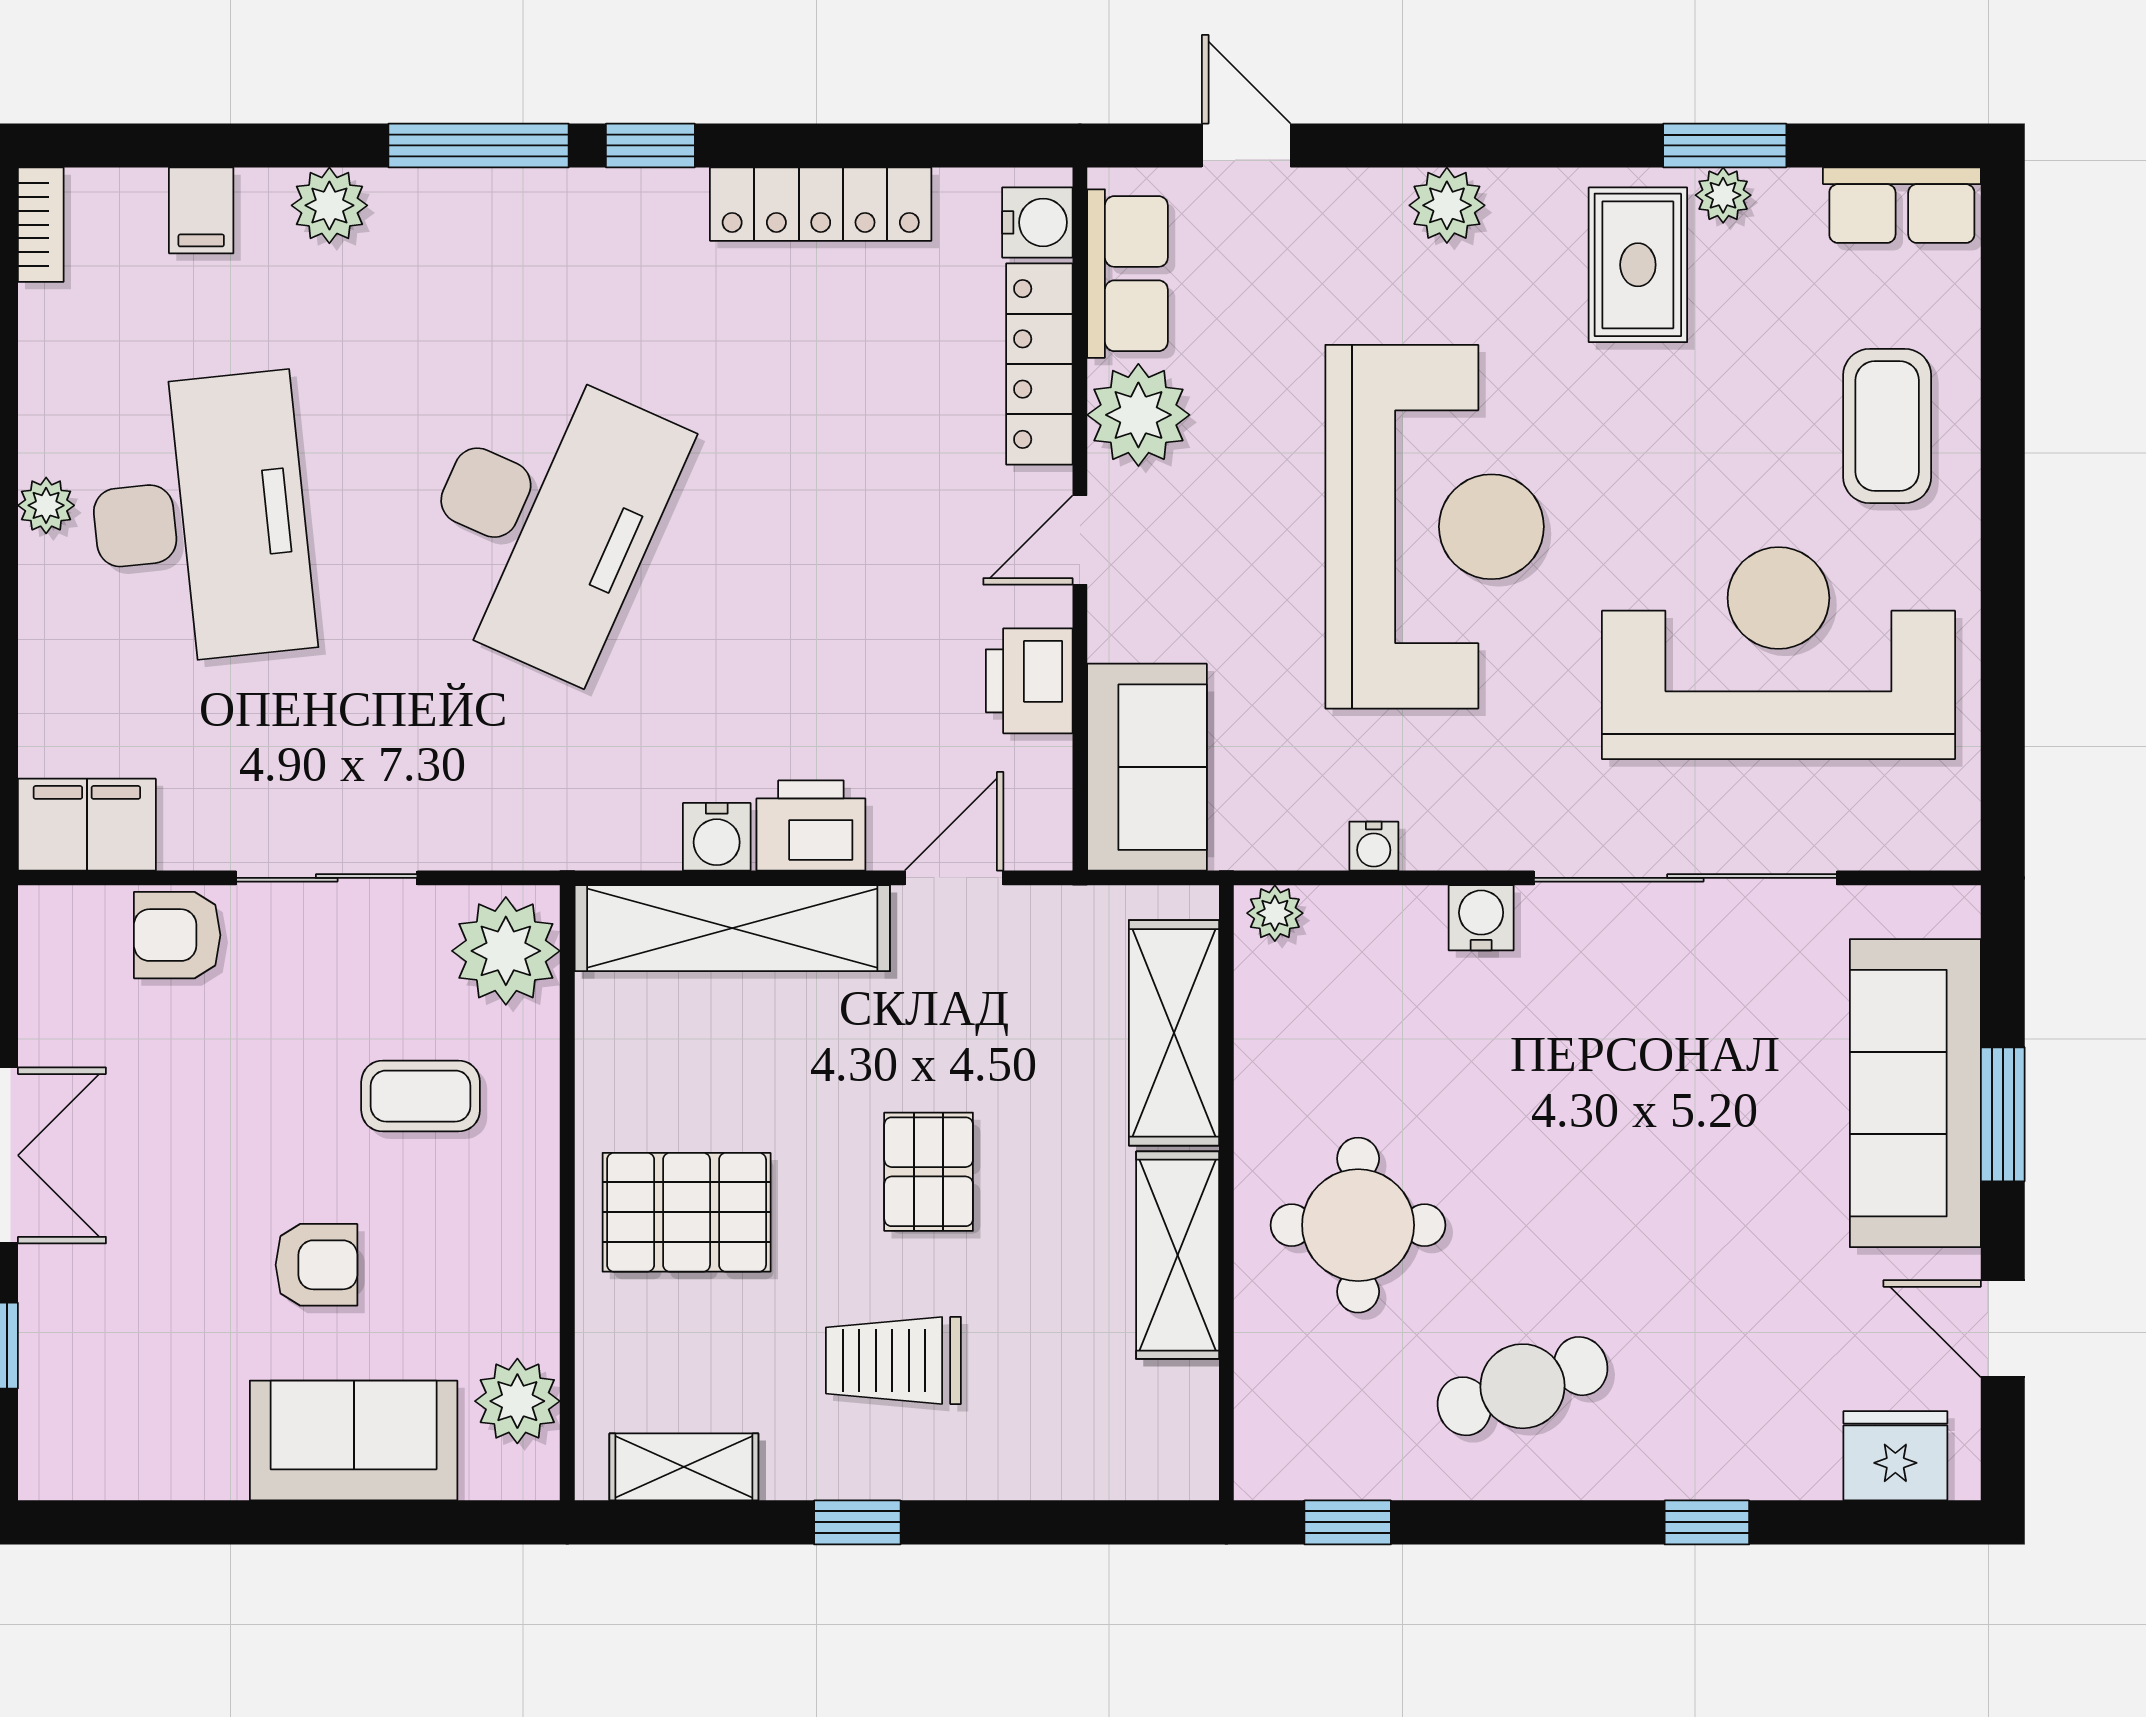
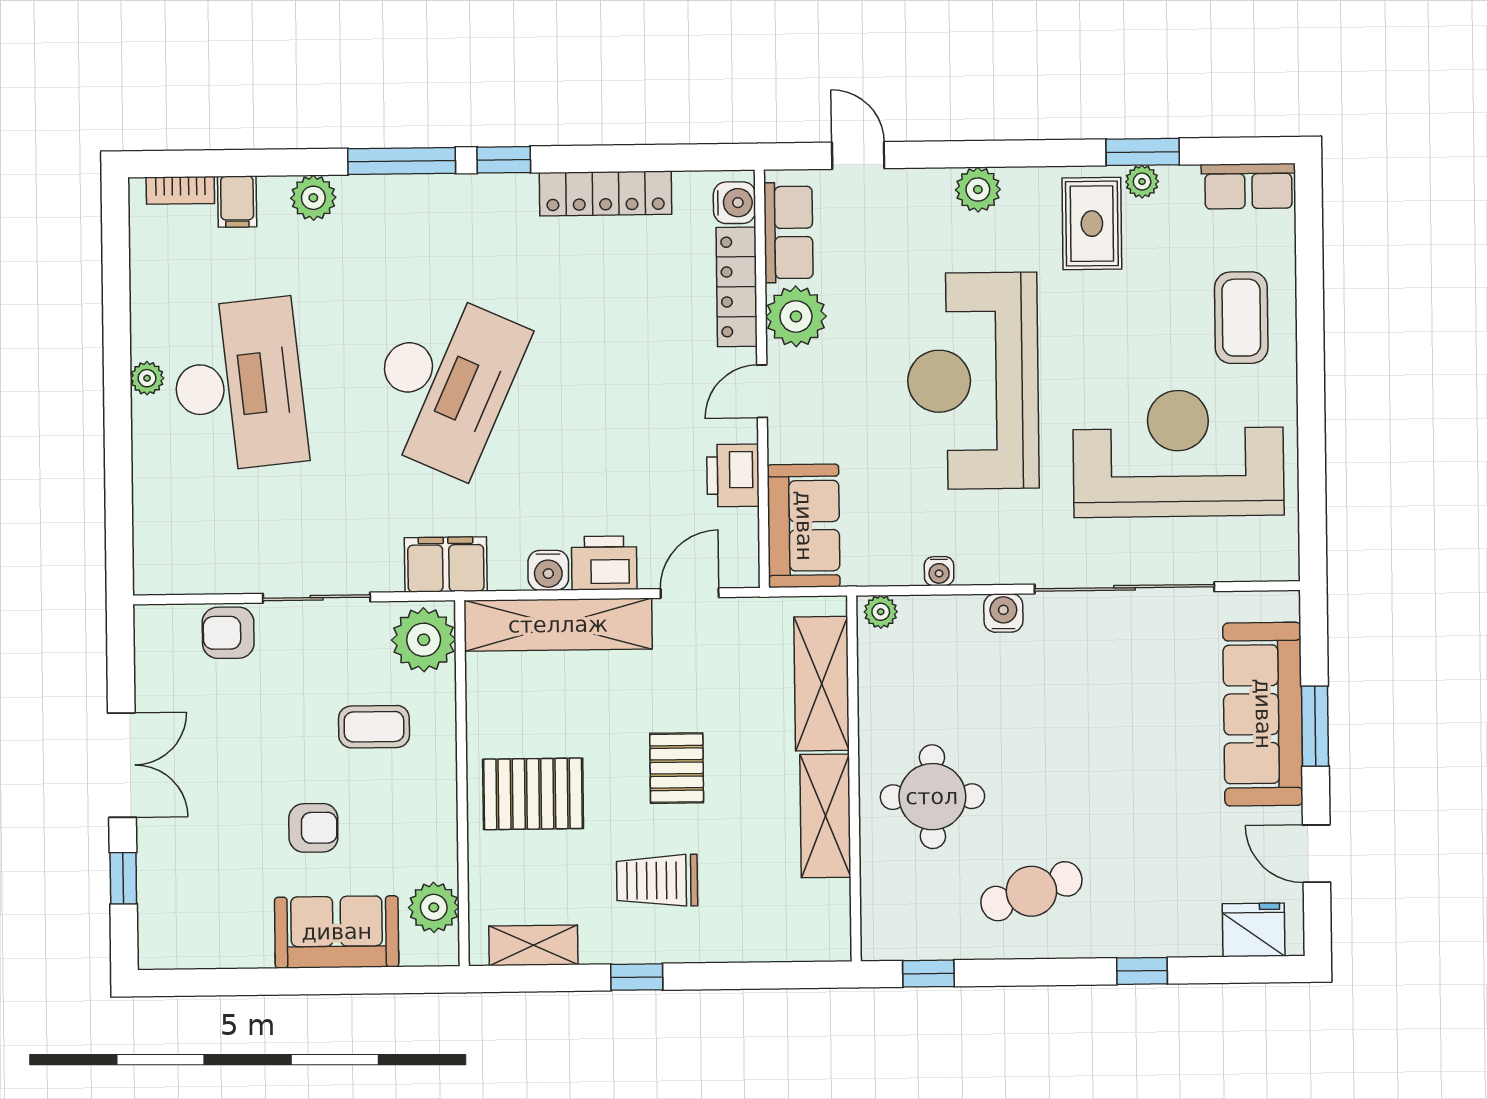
bookcase: (41, 225) -> (180, 190), moved, turned 90
reception desk: (1435, 527) -> (973, 381), turned 180
filing cabinet: (87, 825) -> (446, 564), moved

